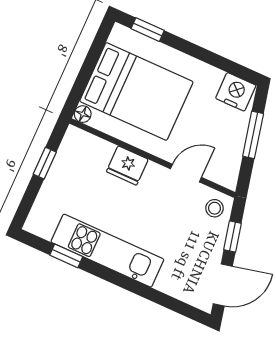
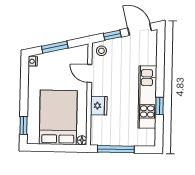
nightstand: (236, 92) -> (33, 61), width x0.53, depth x0.56
window: (45, 163) -> (116, 149), width x2.17
window: (66, 256) -> (160, 106), moved

